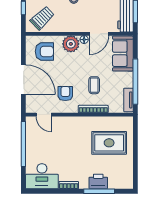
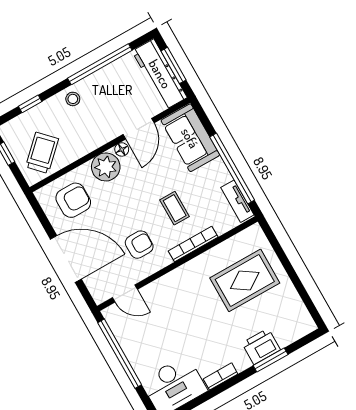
armchair: (65, 94) -> (139, 245), turned 90
window: (99, 191) -> (271, 360), width x0.69

